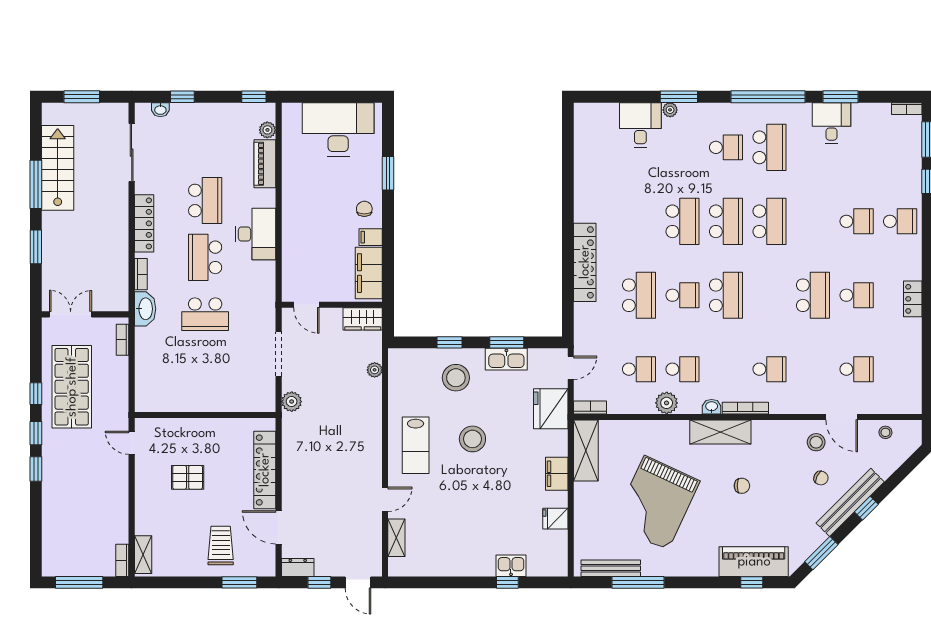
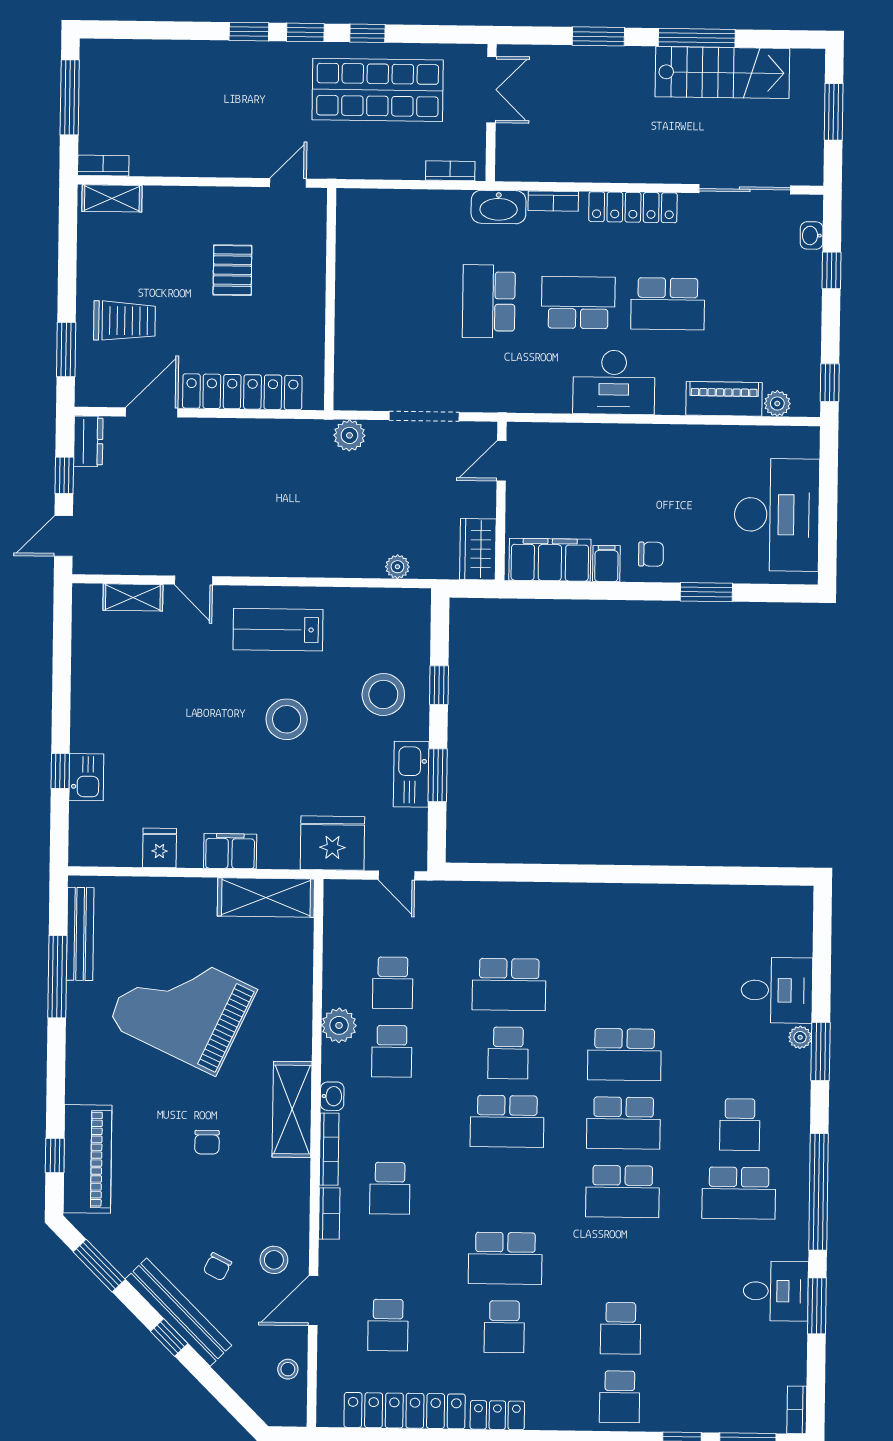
locker: (585, 262) -> (405, 1411), moved, turned 180
bookcase: (590, 407) -> (329, 1213), moved

